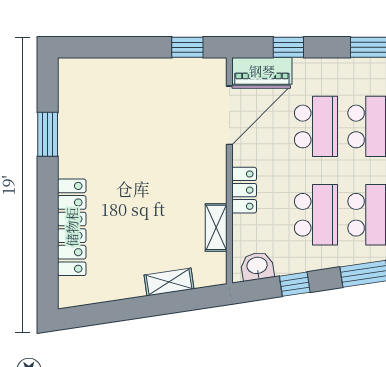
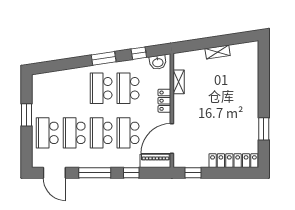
window: (288, 47) -> (131, 173), moved
locker: (72, 227) -> (233, 161), moved, turned 90
shelving: (169, 282) -> (218, 52), moved

